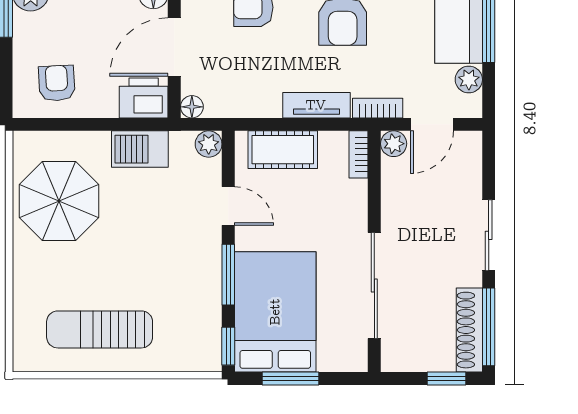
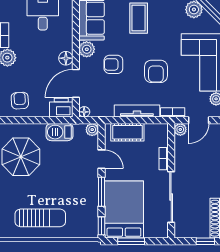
tv unit: (316, 105) -> (137, 111), width x1.41
bookcase: (358, 154) -> (164, 159), moved
sun lounger: (100, 329) -> (40, 218), turned 180

